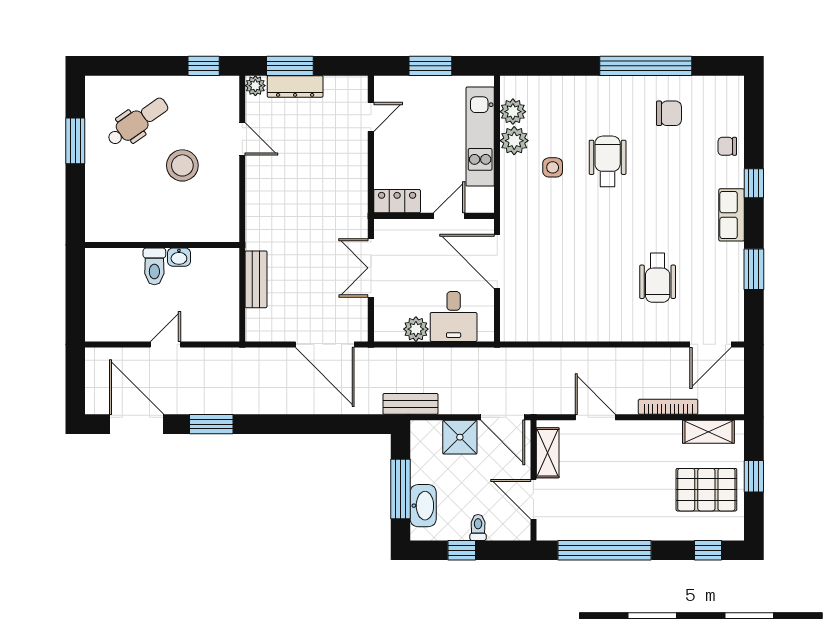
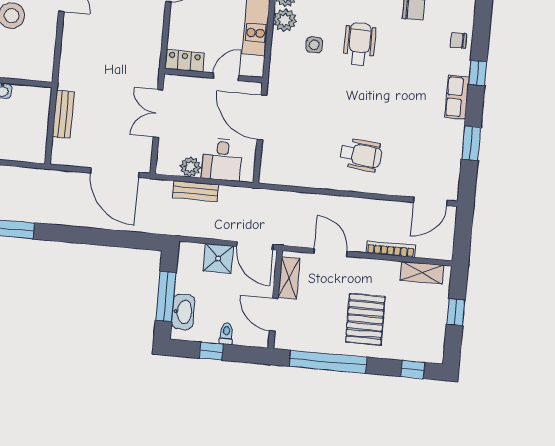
wheelchair: (658, 278) -> (361, 155), moved, turned -84
bench: (410, 404) -> (195, 191), moved
pallet: (706, 490) -> (365, 319), moved, turned 90

